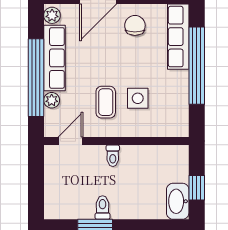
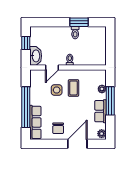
row of seats: (54, 58) -> (100, 111), width x0.68
window: (36, 78) -> (110, 101), width x0.68
door: (70, 141) -> (52, 68), moved
washbasin: (178, 201) -> (36, 56), moved

